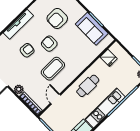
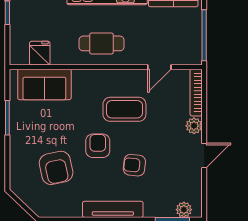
armchair: (57, 19) -> (56, 168), turned 78
sofa: (92, 29) -> (44, 84), moved, turned 90
armchair: (49, 44) -> (98, 146), turned 180

